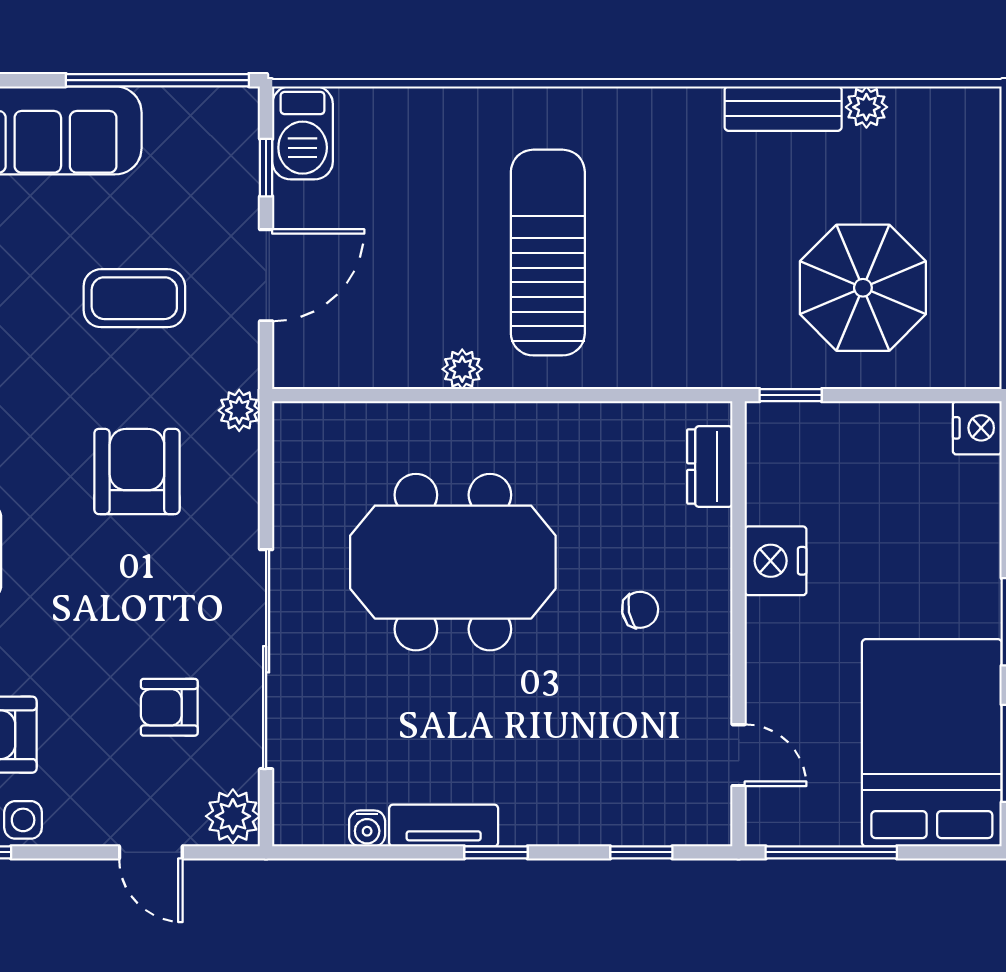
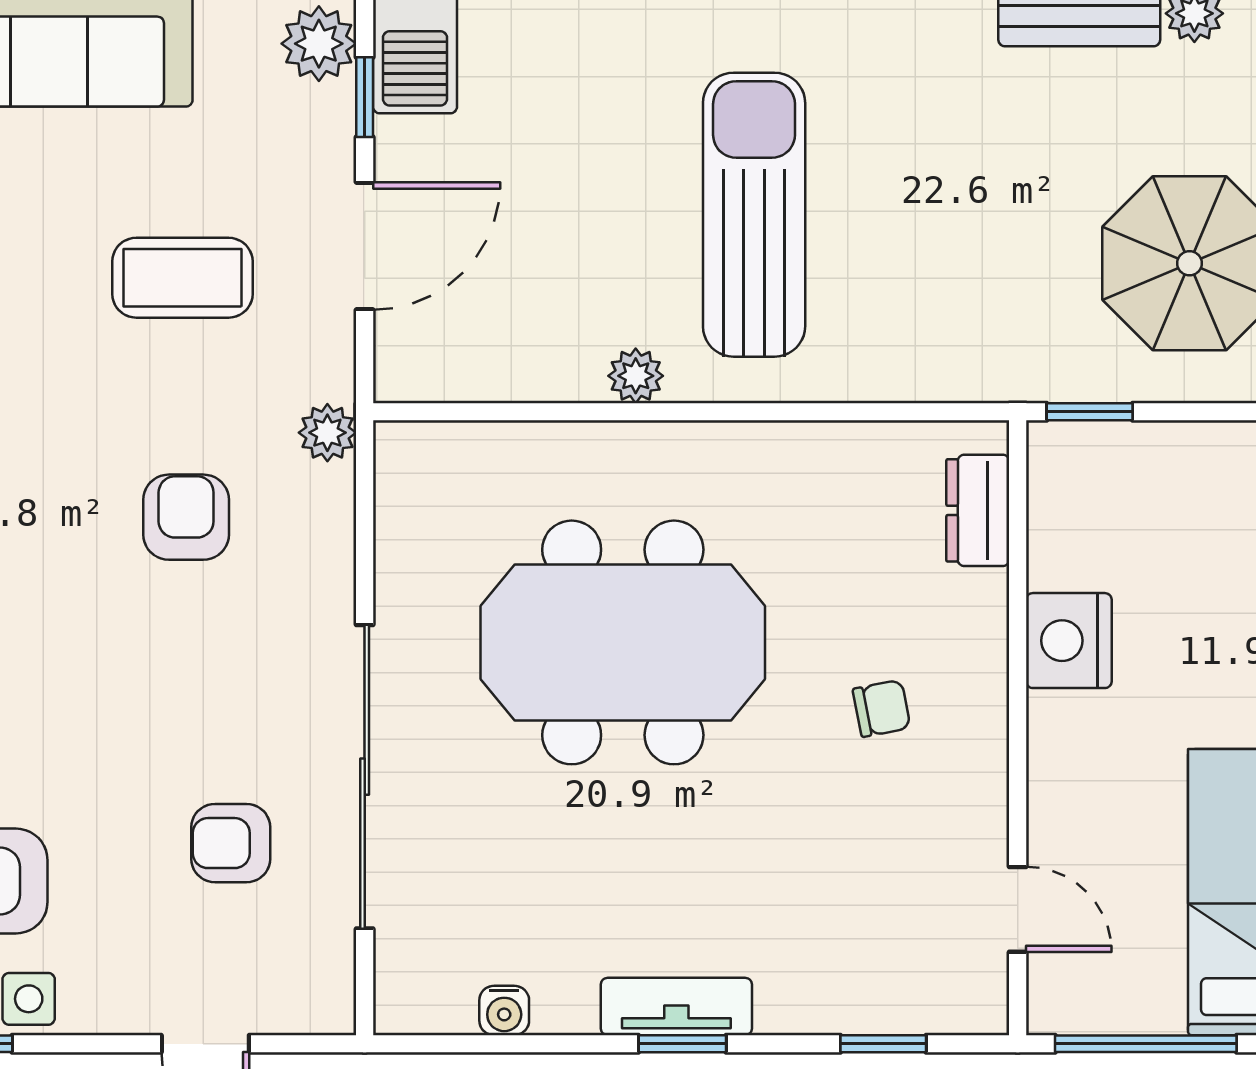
armchair: (137, 471) -> (186, 517), width x0.72, depth x0.72
plant: (233, 816) -> (319, 44), moved
tv unit: (444, 825) -> (676, 1006), moved

